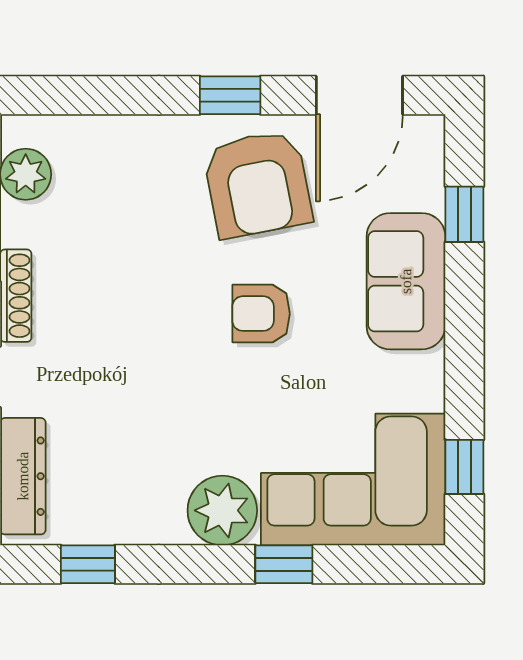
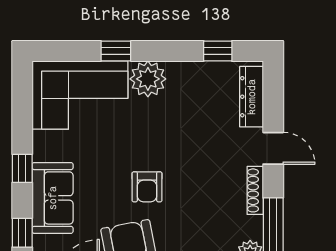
armchair: (261, 314) -> (147, 187), moved, turned 90
window: (464, 467) -> (22, 168), moved

